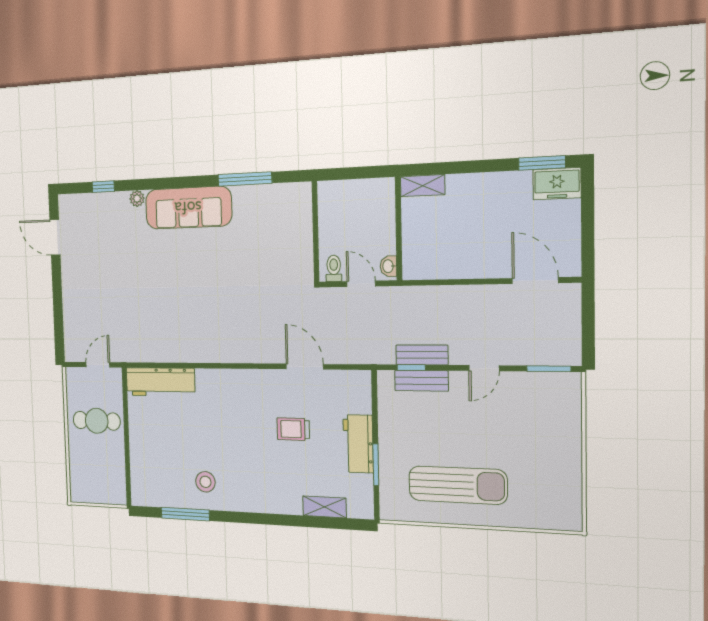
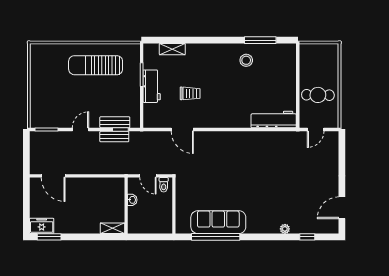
window: (245, 179) -> (216, 237), width x1.46
sofa: (188, 208) -> (218, 222), moved
door: (55, 237) -> (342, 208), swing flipped
washbasin: (388, 266) -> (132, 200), moved

